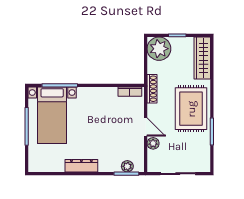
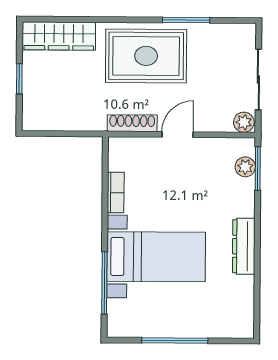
plant: (159, 49) -> (42, 111), removed
shoe rack: (152, 89) -> (132, 123), moved
bookcase: (130, 92) -> (116, 193), moved
bed with nightstands: (52, 115) -> (156, 257), moved
plant: (153, 143) -> (244, 122), moved

